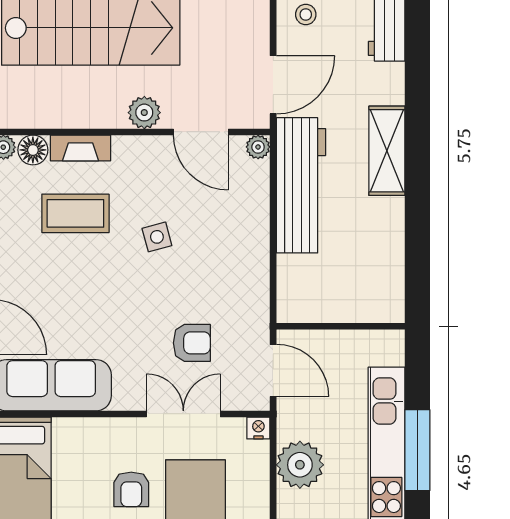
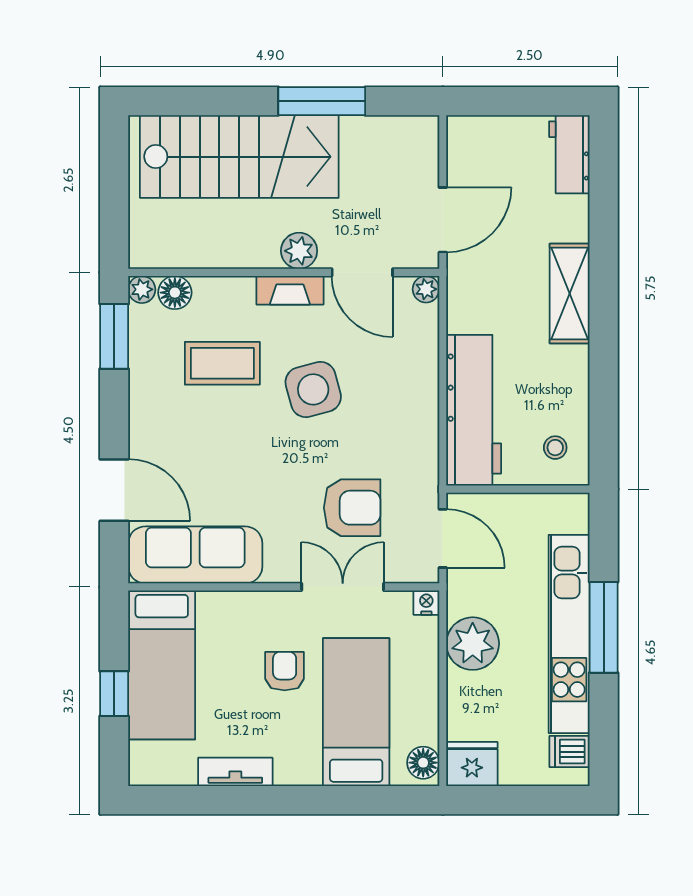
stool: (306, 14) -> (555, 448), moved
fireplace: (81, 148) -> (290, 290), moved
workbench: (301, 185) -> (474, 410), moved
side table: (157, 237) -> (313, 389), width x1.87, depth x1.87
armchair: (192, 343) -> (352, 508), width x1.38, depth x1.38
armchair: (131, 489) -> (285, 671), turned 180

